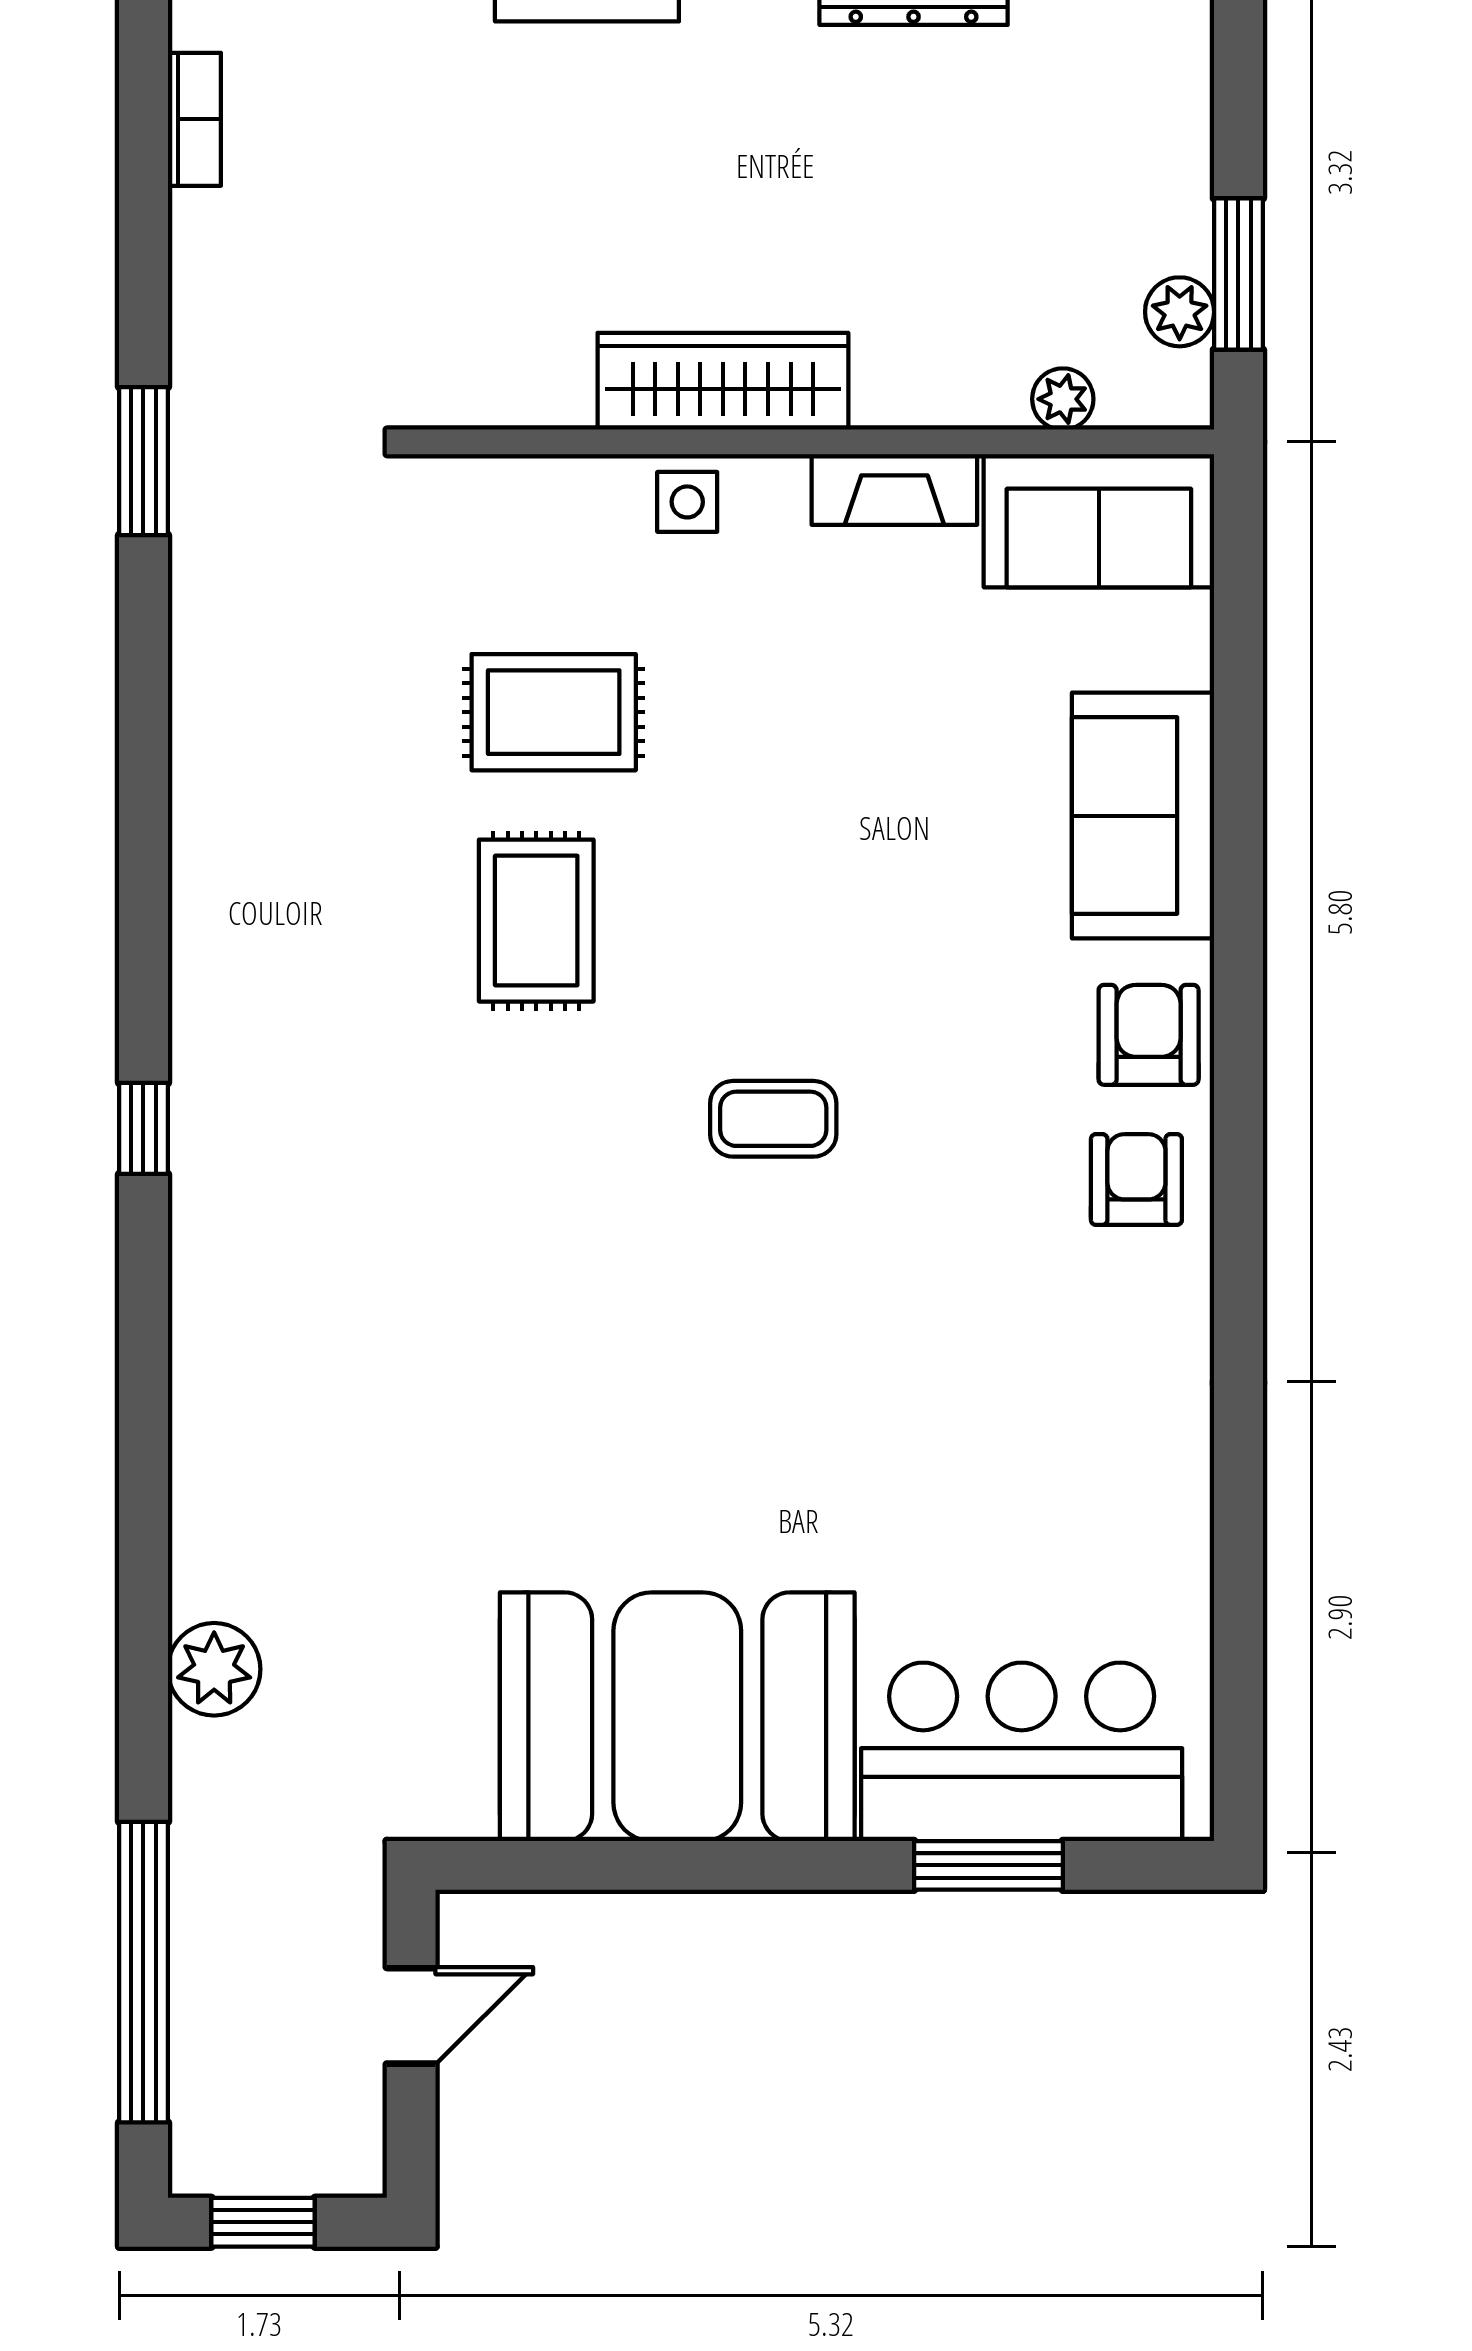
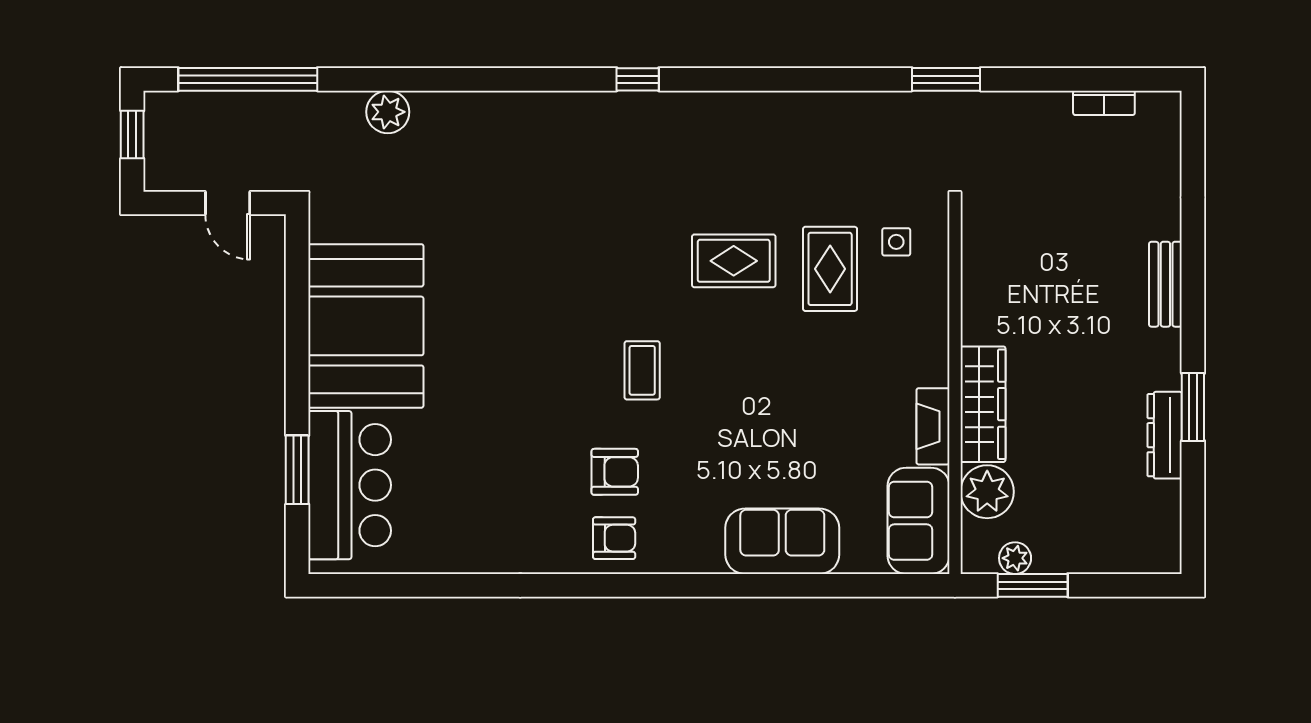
wardrobe: (723, 381) -> (983, 404), moved
plant: (1063, 399) -> (987, 492), width x1.88, depth x1.88
side table: (687, 502) -> (896, 242), moved
armchair: (1149, 1035) -> (615, 472), moved

